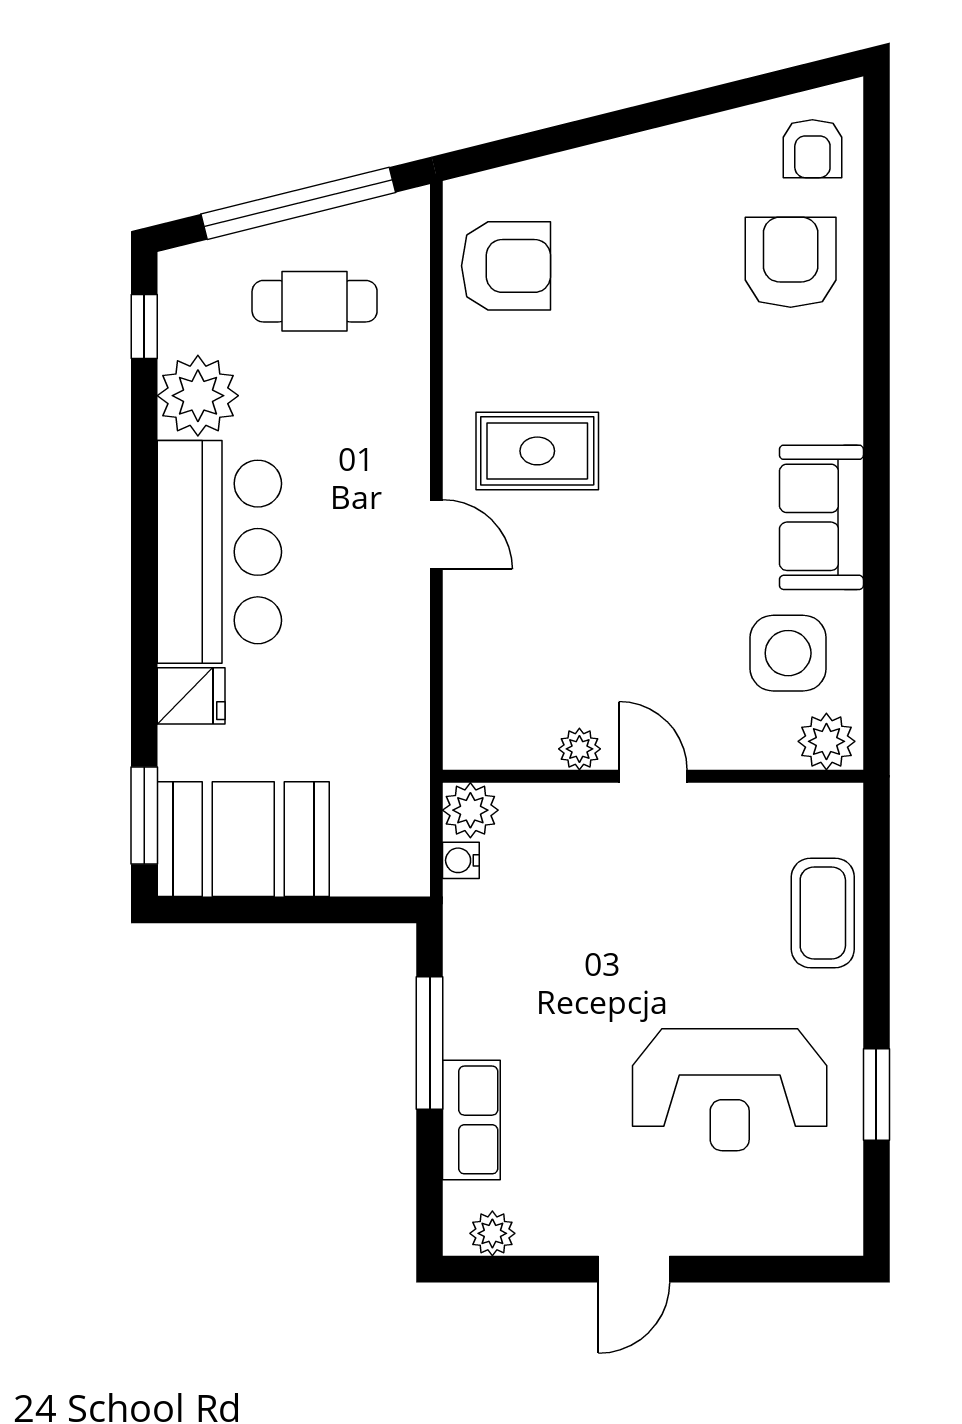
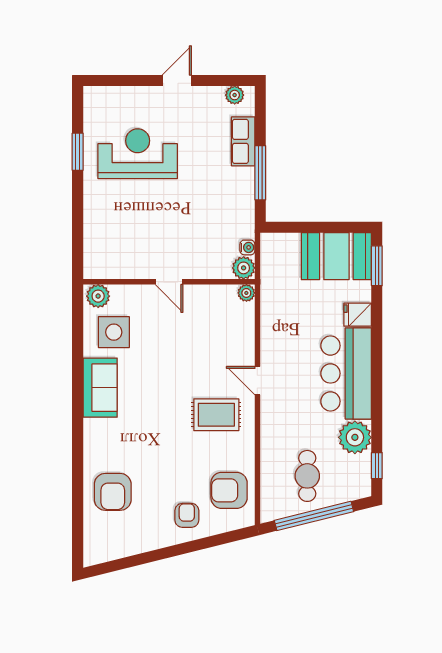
armchair: (812, 149) -> (187, 515), moved
cafe table: (315, 301) -> (307, 476), turned 90
plant: (579, 749) -> (246, 293), moved
coffee table: (823, 913) -> (100, 226), removed

